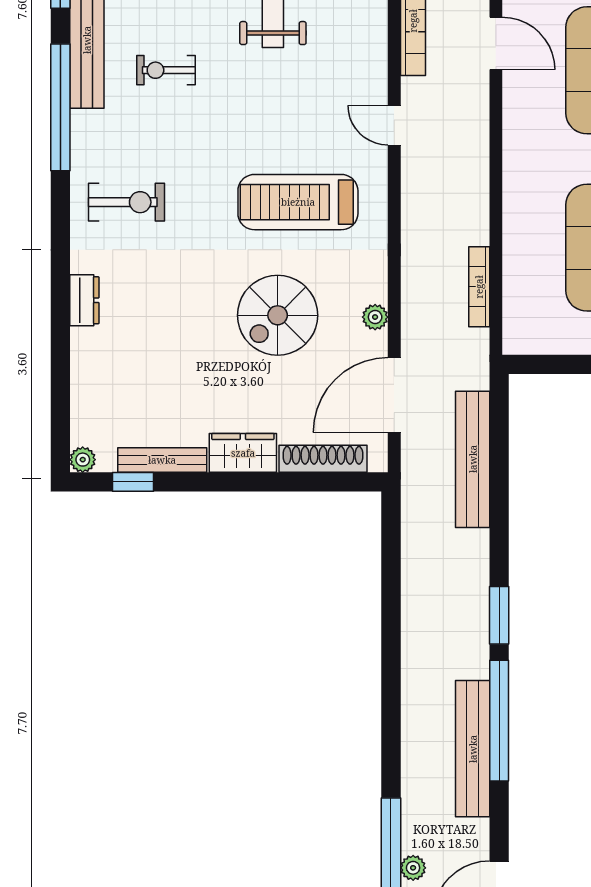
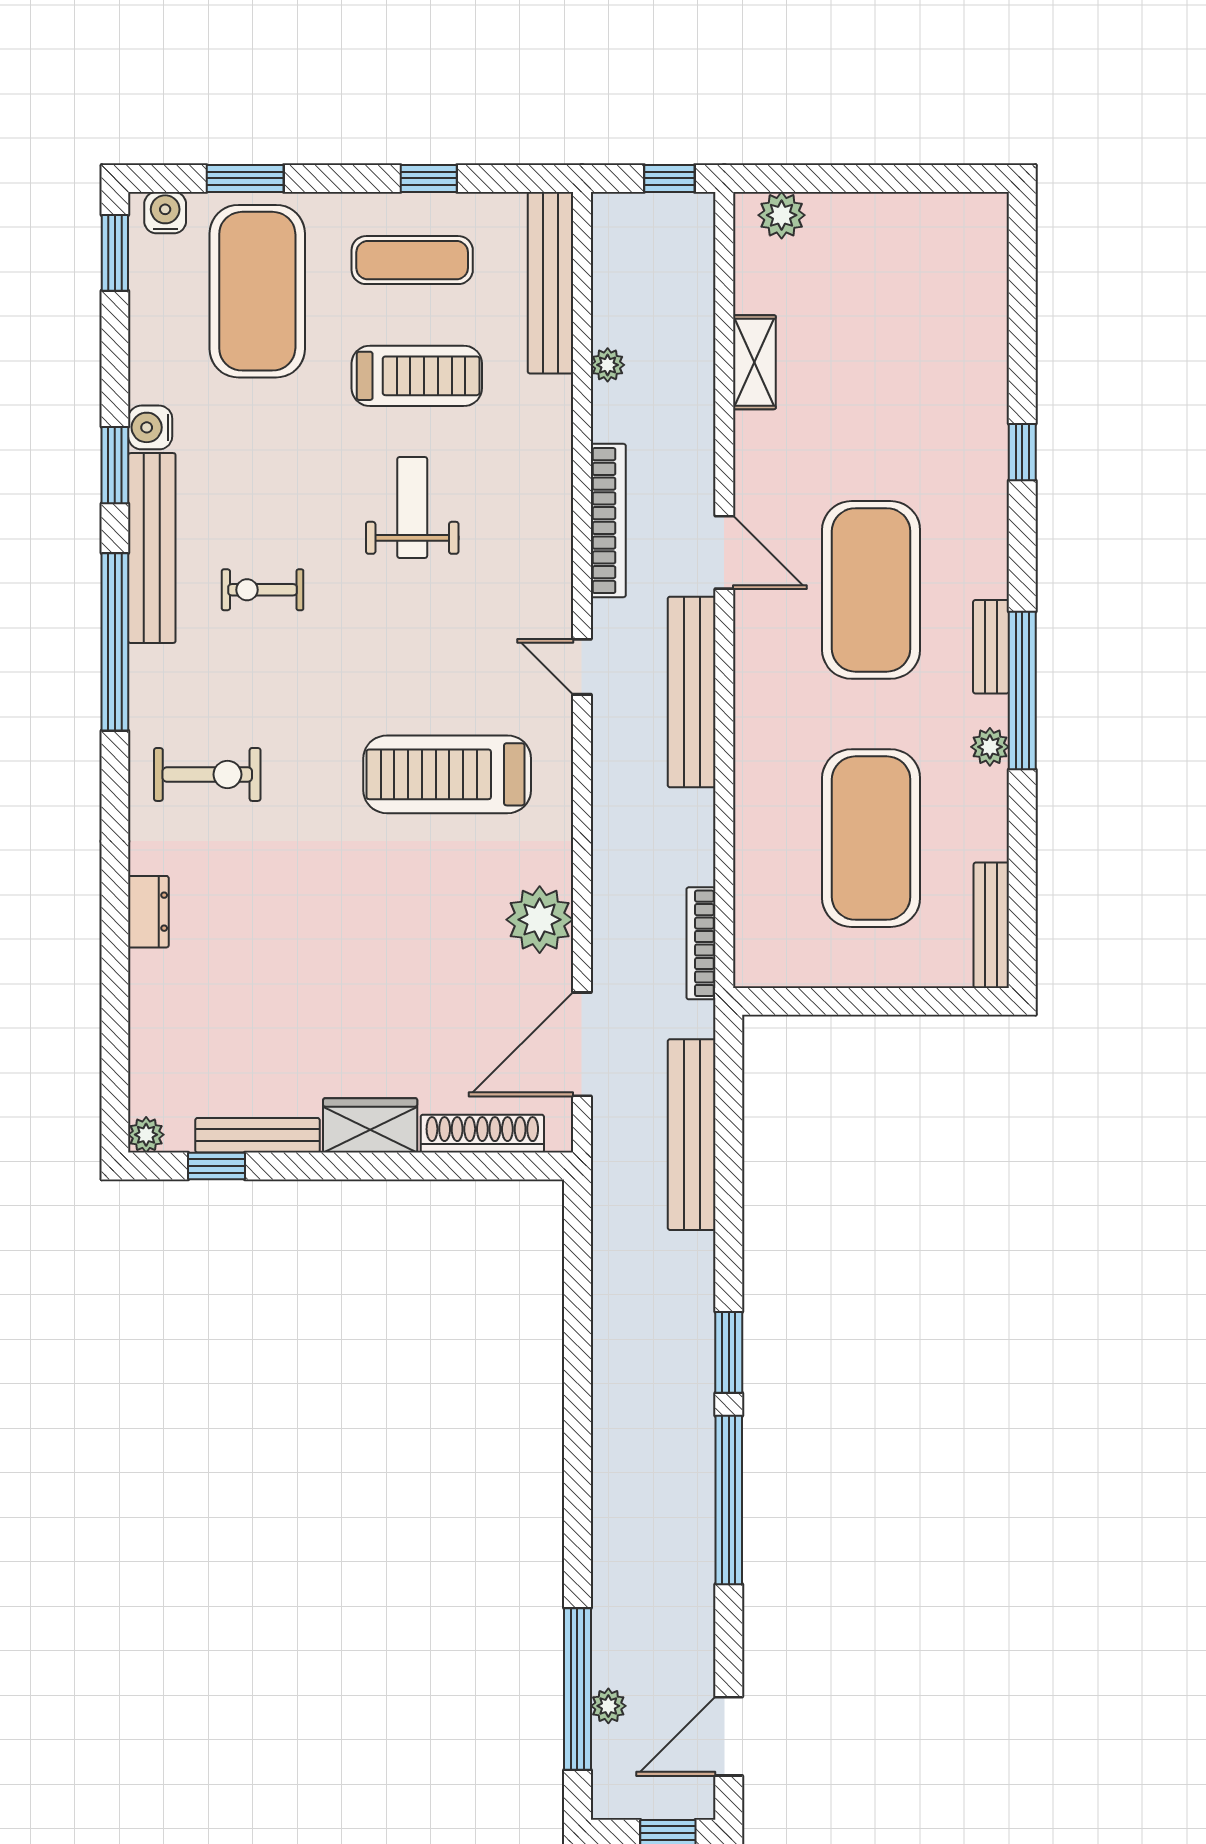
bookcase: (479, 287) -> (701, 943), moved
spiral stairs: (278, 315) -> (419, 933), removed
plant: (375, 317) -> (540, 920), width x1.88, depth x1.88
bench: (473, 749) -> (692, 692), moved

